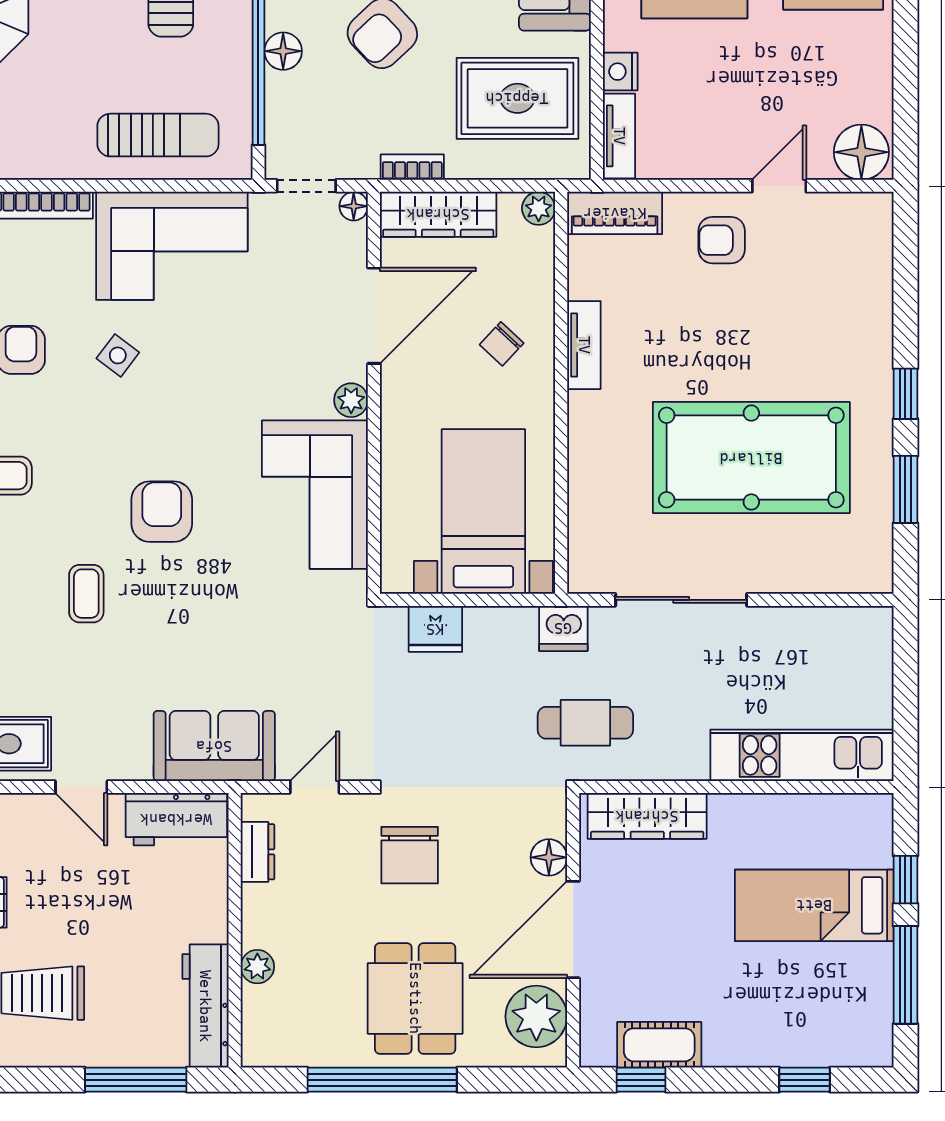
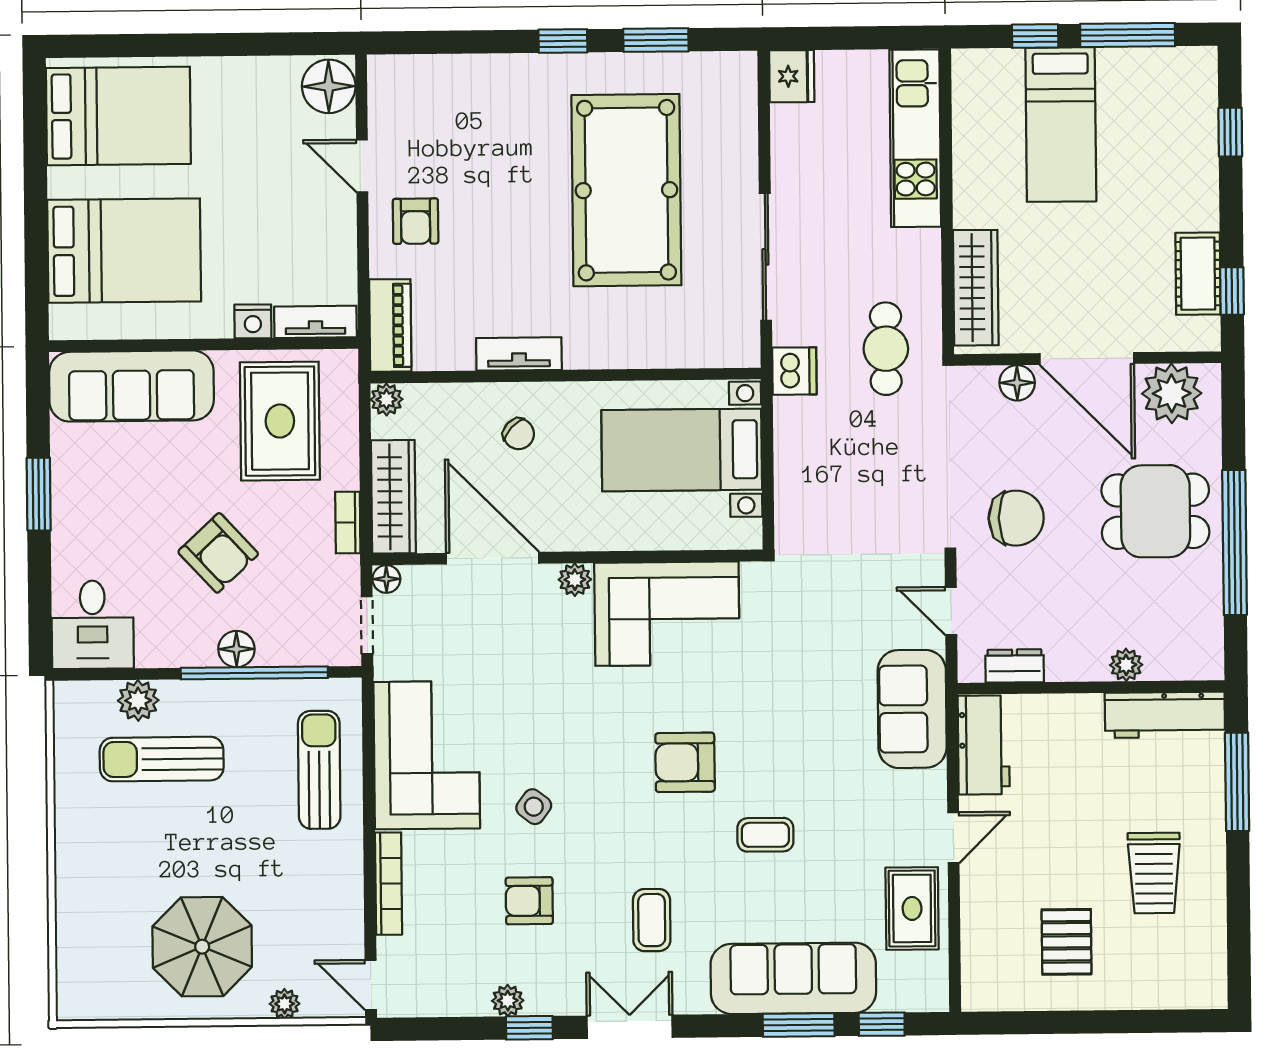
fridge: (435, 629) -> (792, 76), moved

